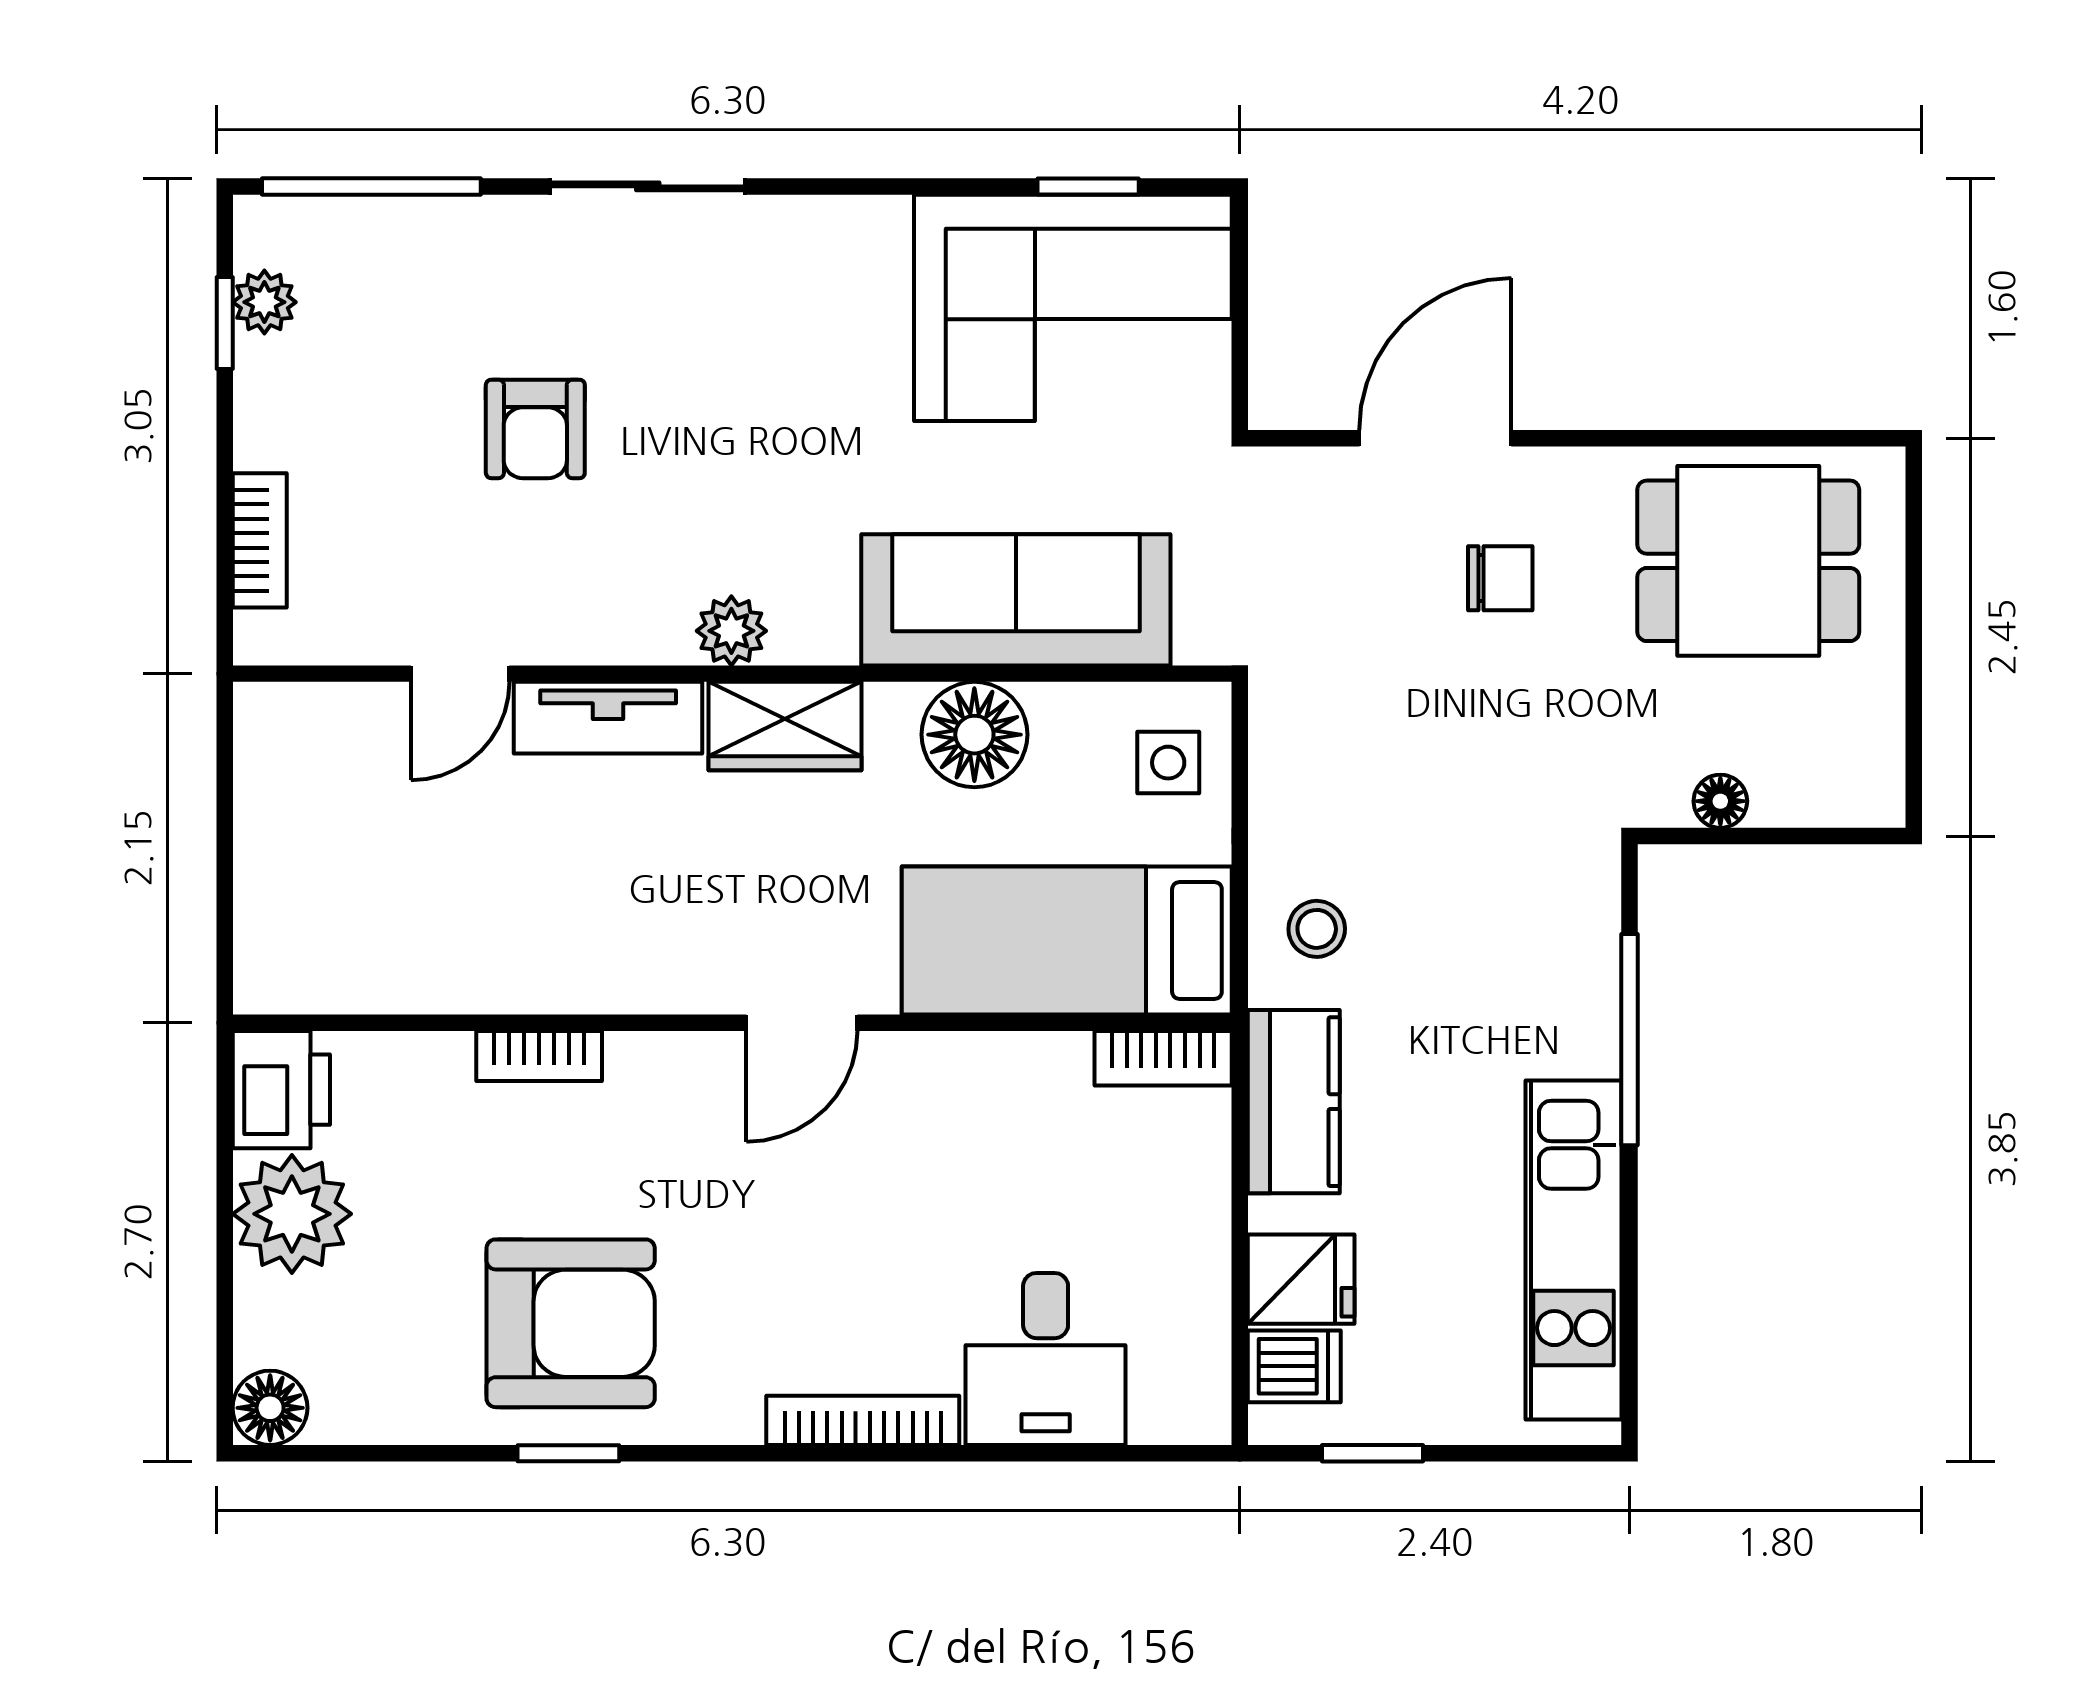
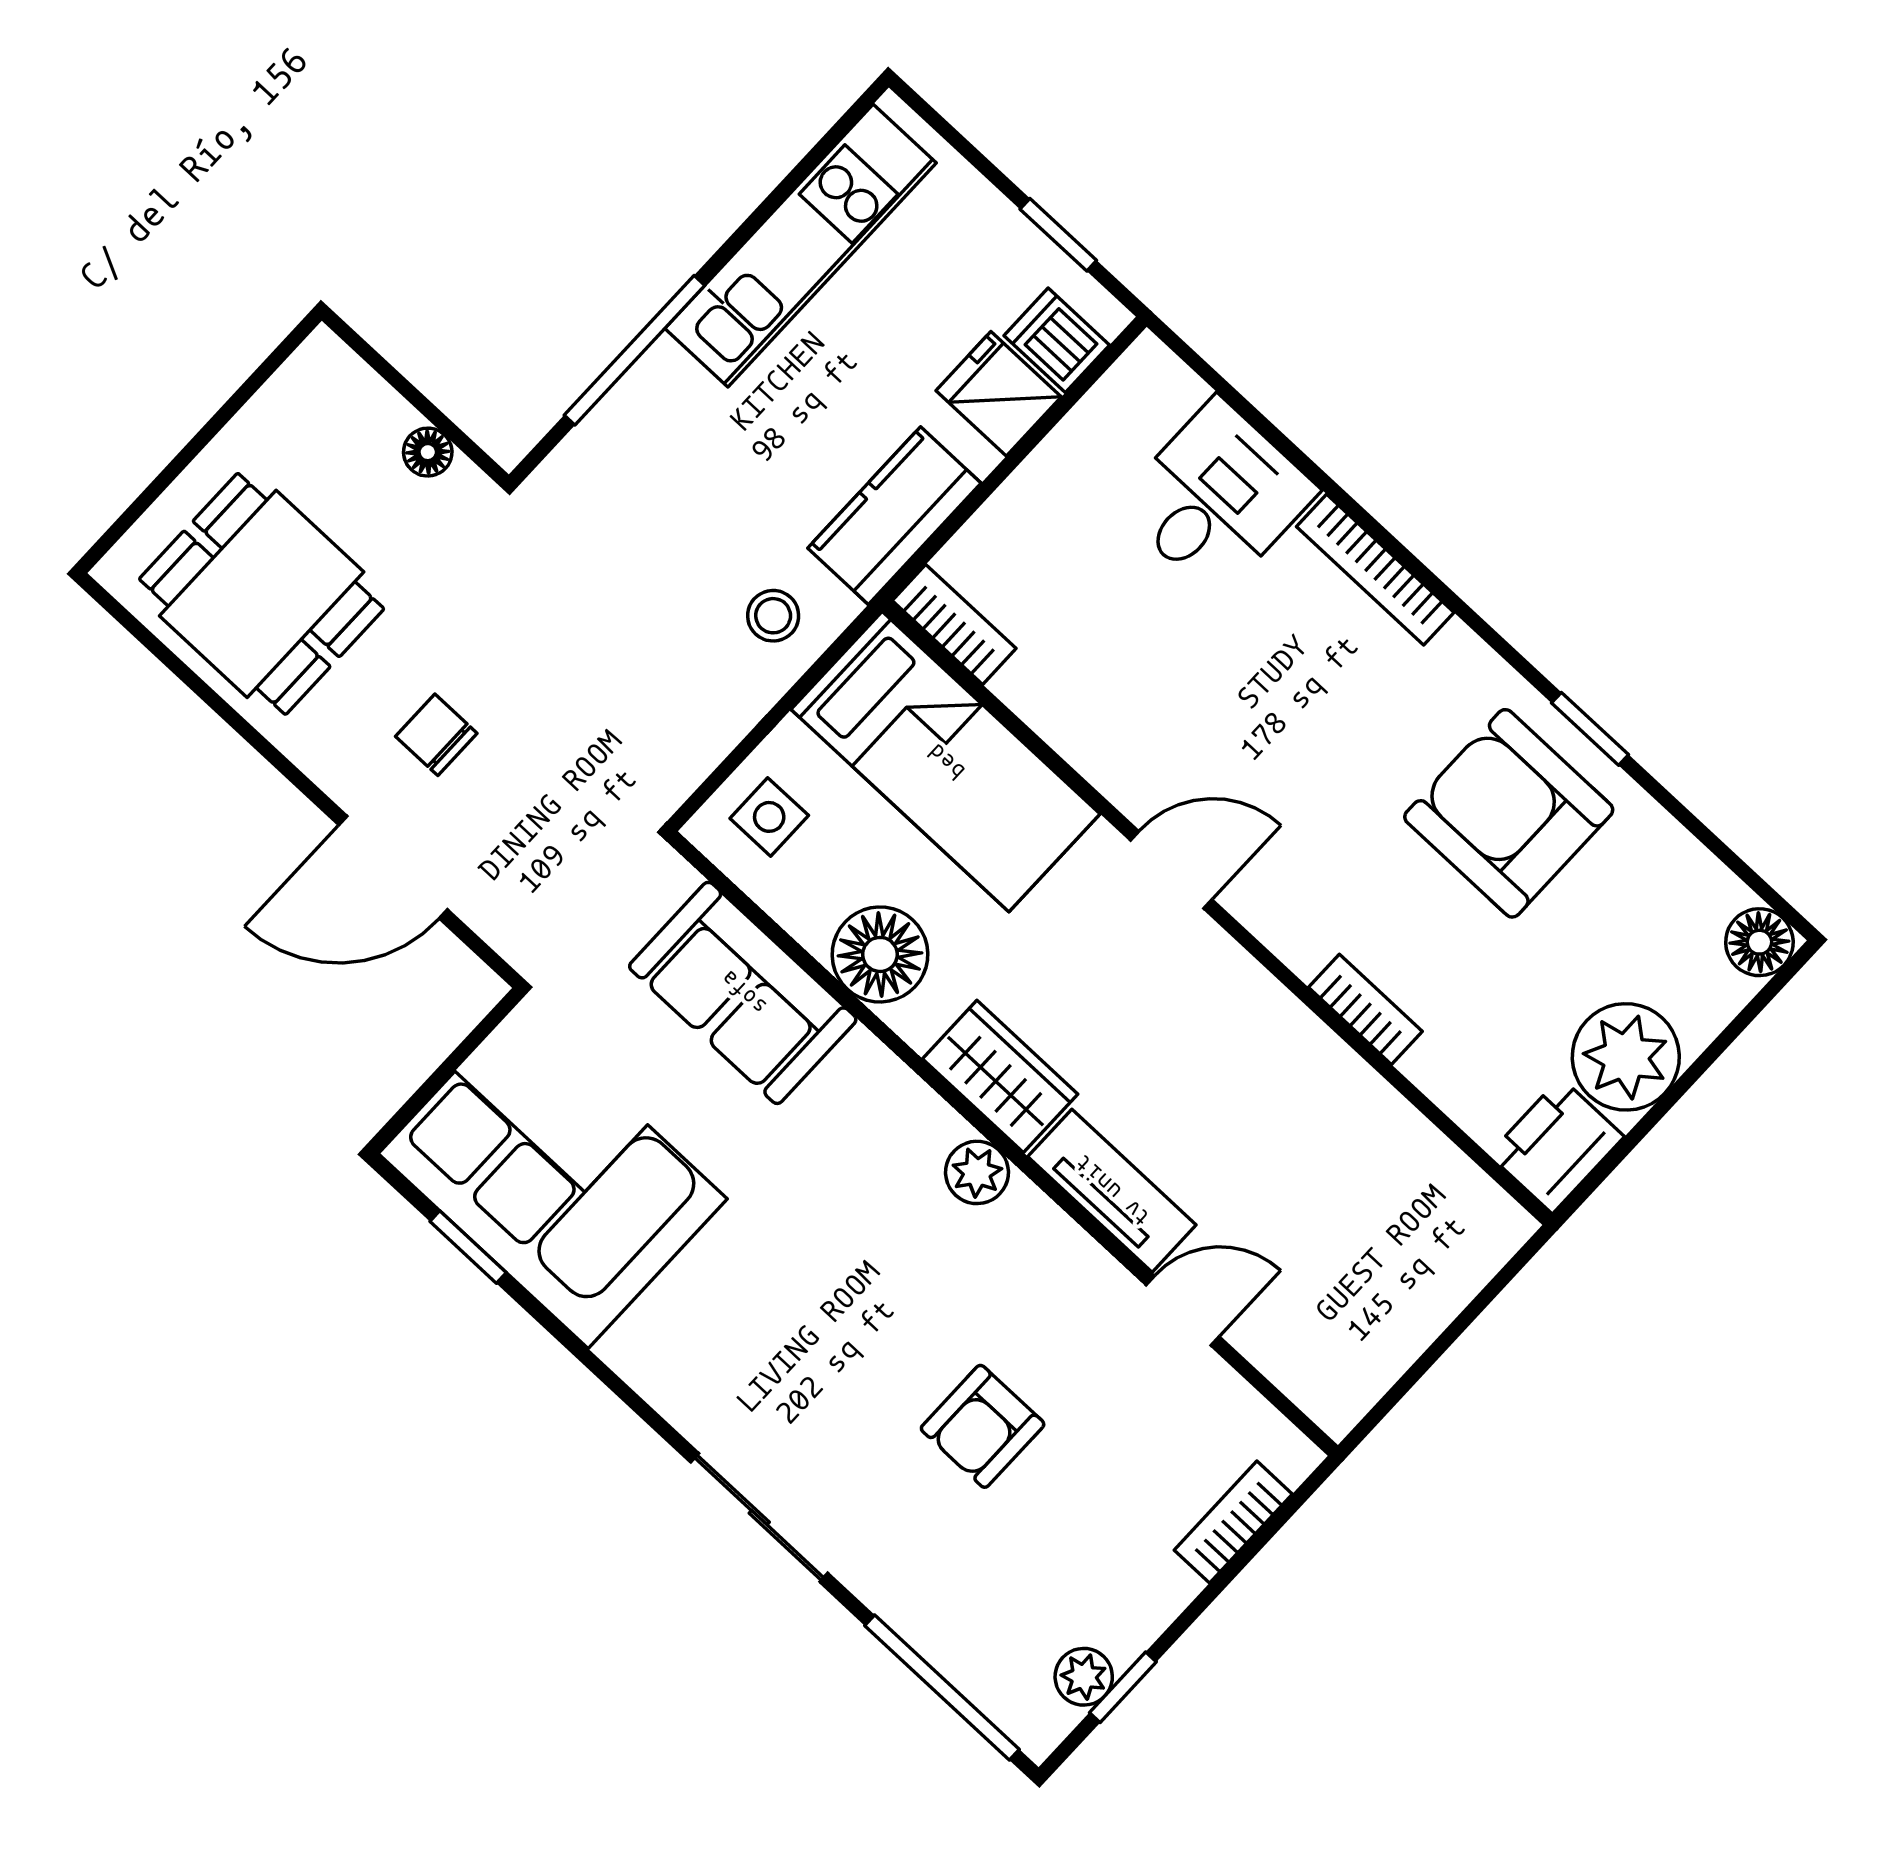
armchair: (535, 429) -> (983, 1426), turned 180
sofa: (1016, 600) -> (743, 993), width x0.73

